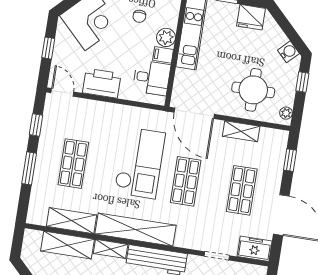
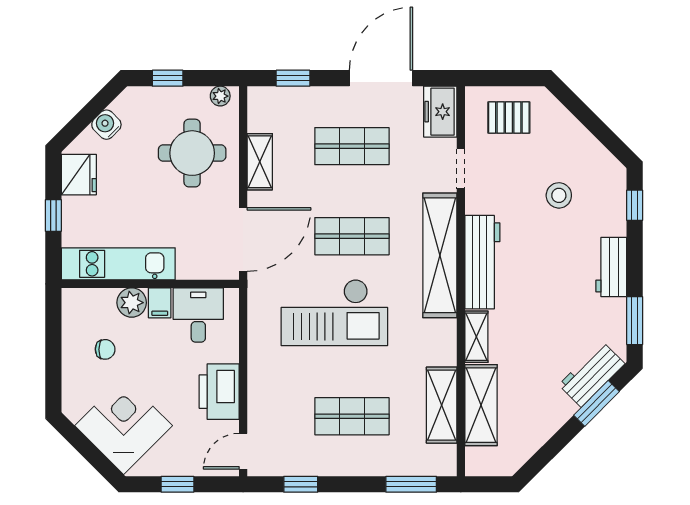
water cooler: (288, 52) -> (106, 125), moved
checkout: (140, 163) -> (334, 313), turned 180
window: (29, 168) -> (411, 484), moved
shelving: (135, 230) -> (440, 255), moved

